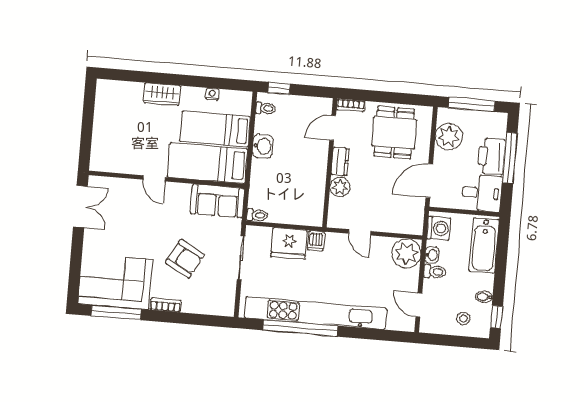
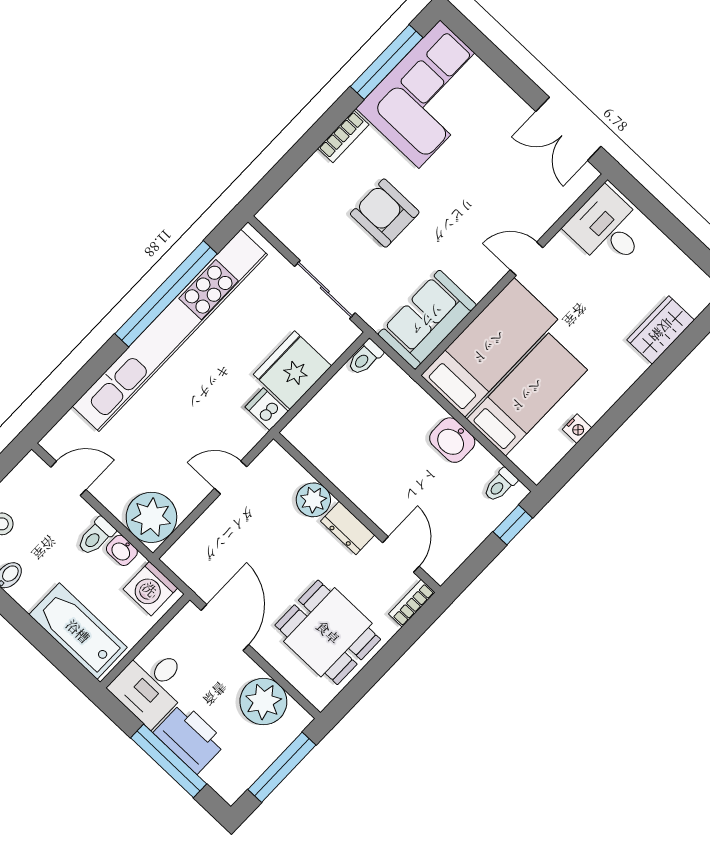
wardrobe: (162, 94) -> (661, 330), moved
desk: (111, 153) -> (607, 229), added
armchair: (185, 259) -> (385, 213), turned 61

